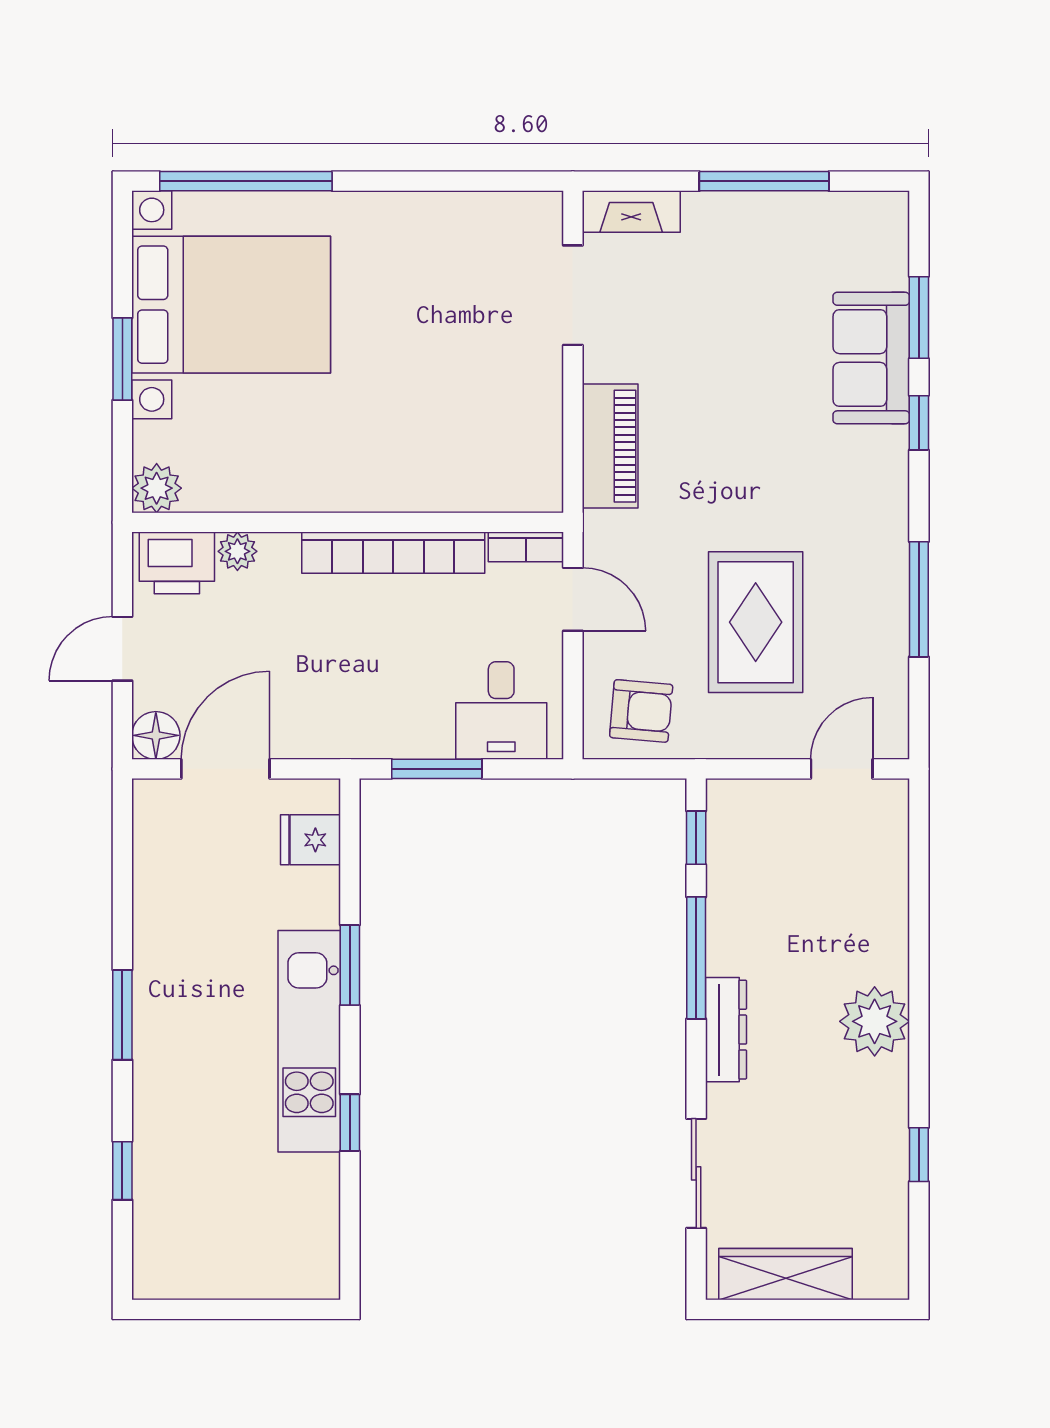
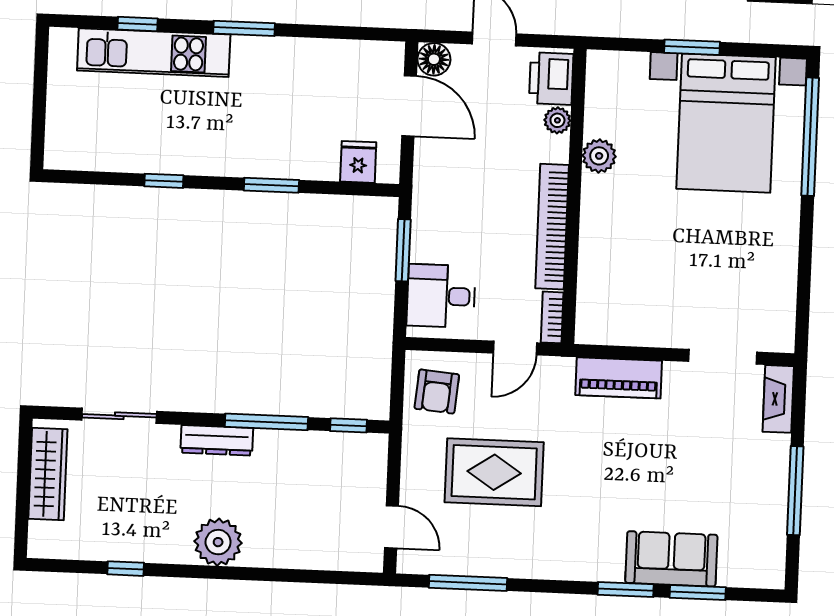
window: (919, 423) -> (626, 589), width x1.50
plant: (157, 488) -> (599, 156), moved
window: (919, 599) -> (468, 583), moved
kitchen unit: (309, 1041) -> (154, 53), moved, turned 180

